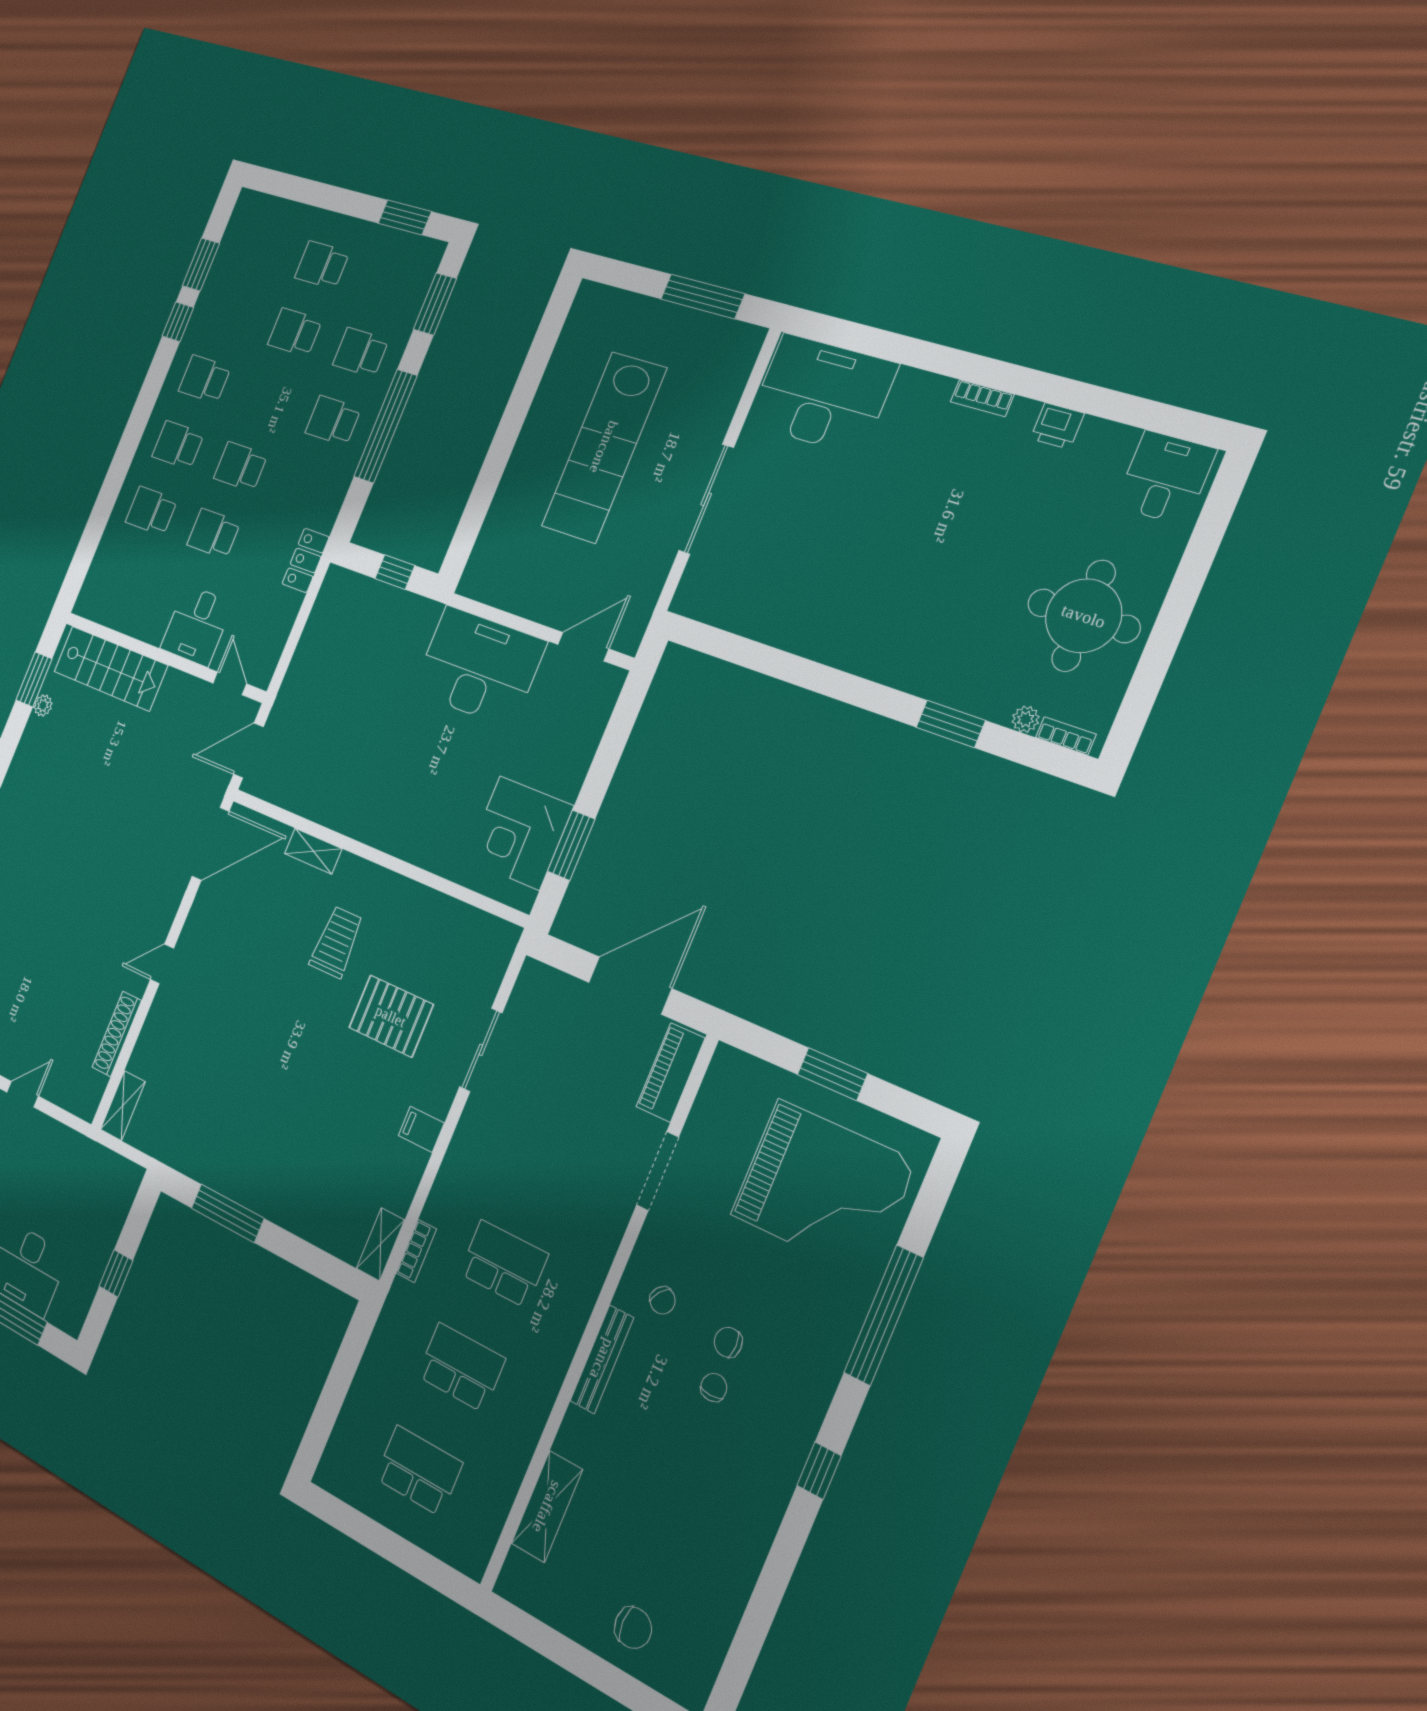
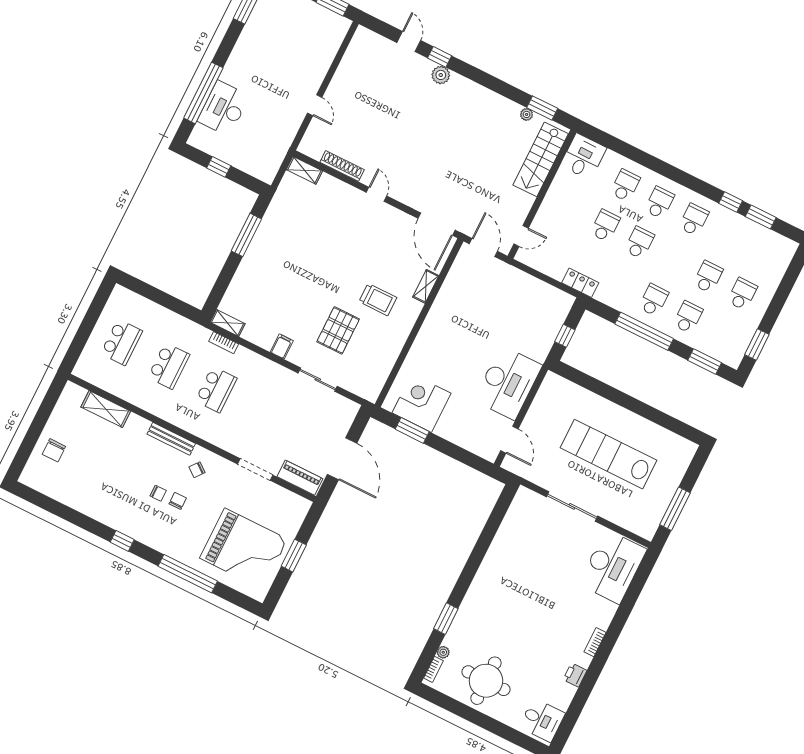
desk: (197, 626) -> (583, 157), moved, turned 90
grand piano: (823, 1188) -> (244, 549), turned -90

